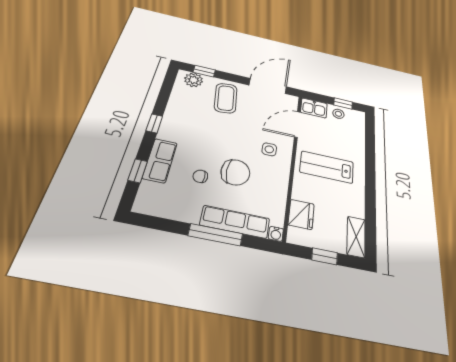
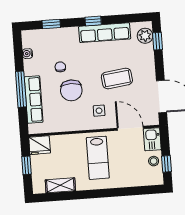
coffee table: (226, 98) -> (117, 79), moved
row of seats: (160, 160) -> (105, 33), moved, width x1.48
lab bench: (327, 167) -> (98, 158), turned 180
fridge: (301, 214) -> (40, 145), moved
water cooler: (276, 234) -> (27, 54), moved
shelving: (356, 237) -> (60, 185), moved

